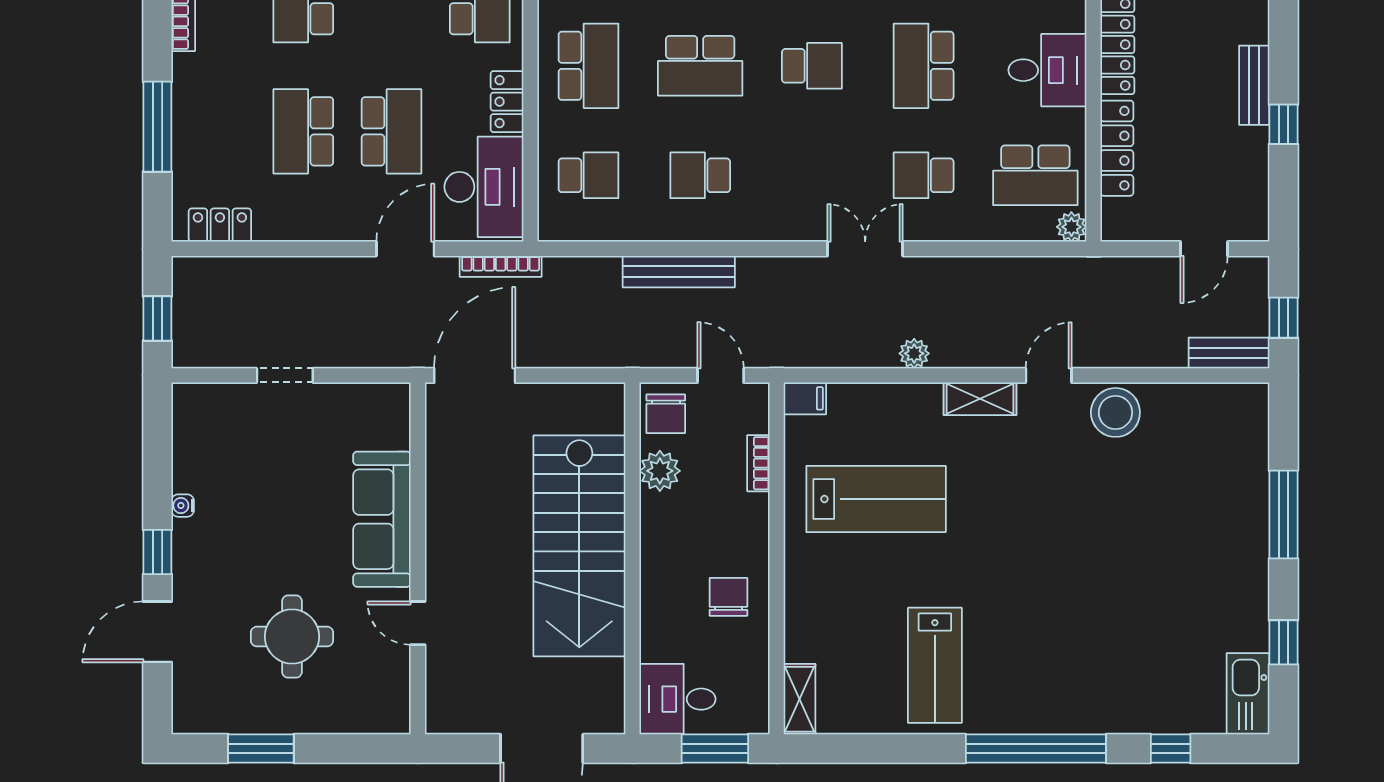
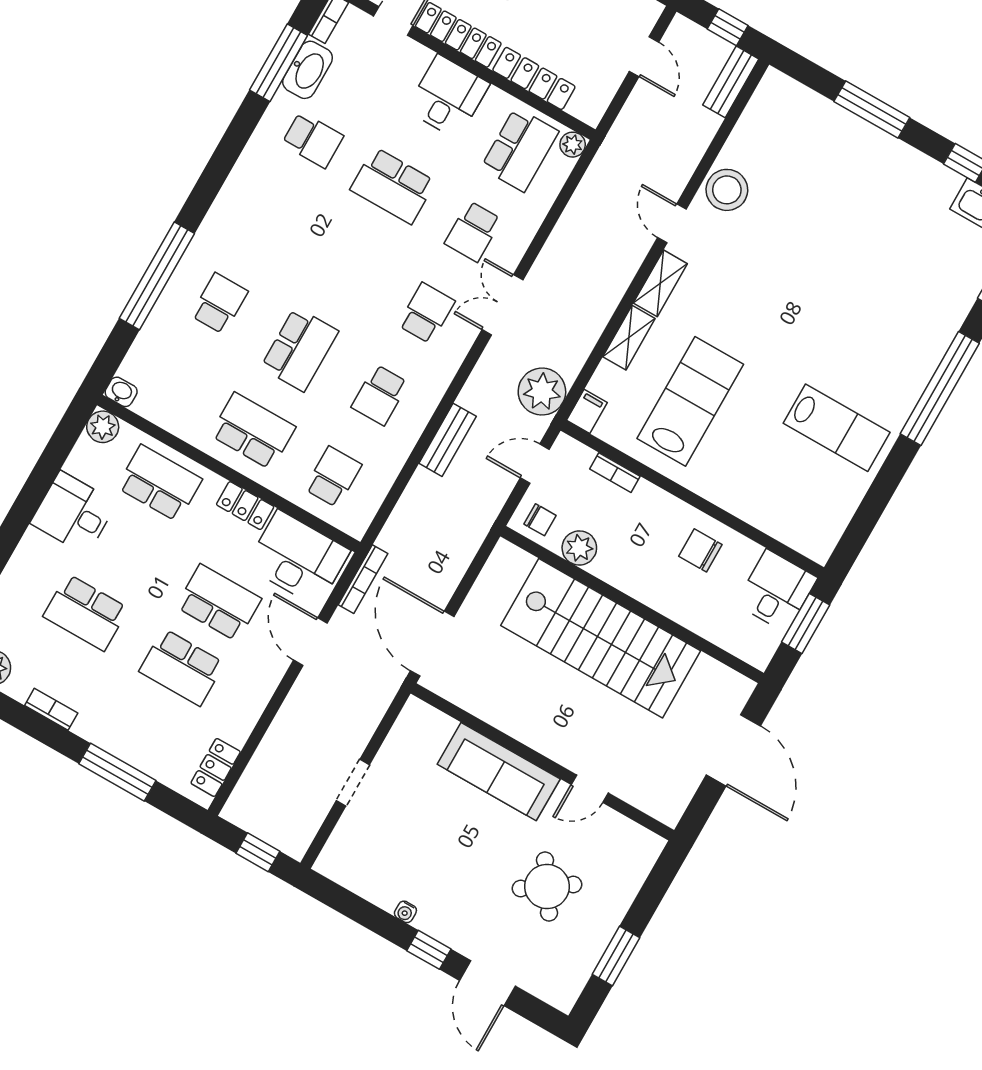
school desk: (812, 66) -> (426, 313), moved
bench: (679, 272) -> (448, 440), width x0.73
plant: (914, 353) -> (542, 392), moved, width x1.87, depth x1.87
chair: (666, 414) -> (540, 520), width x0.73, depth x0.73
round table: (292, 637) -> (547, 886), turned -34
desk: (678, 699) -> (776, 591), moved, turned 180
shelving: (800, 699) -> (629, 338), moved, turned 90

